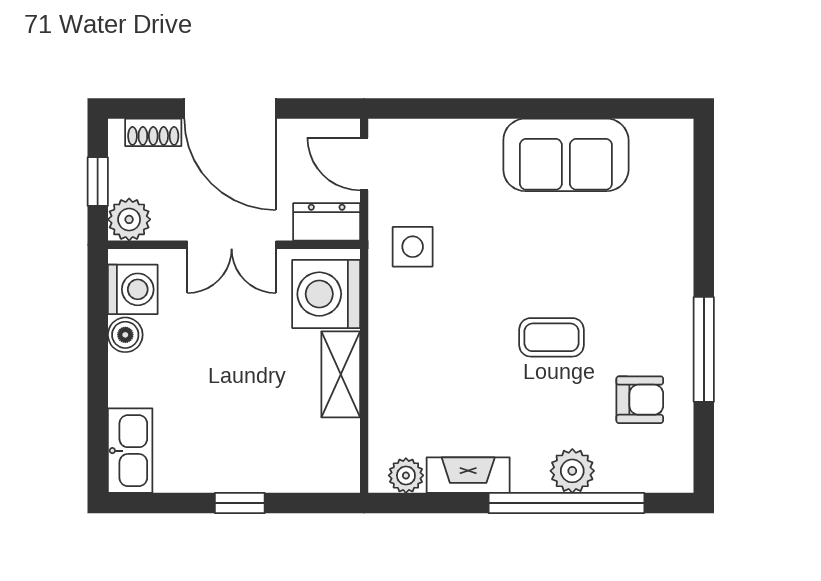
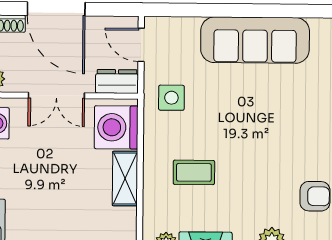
sofa: (566, 155) -> (255, 40), width x1.36
coffee table: (552, 337) -> (194, 172), moved

